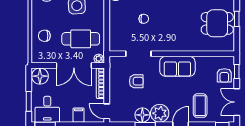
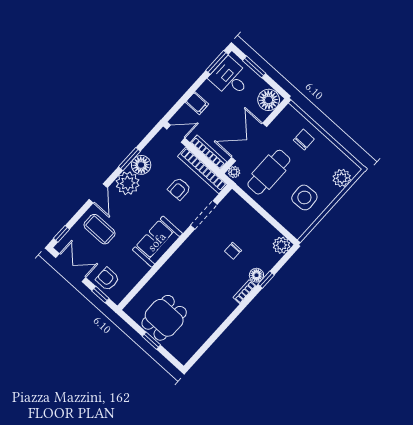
bookcase: (114, 77) -> (202, 170), added

